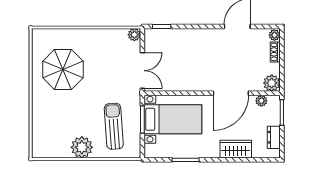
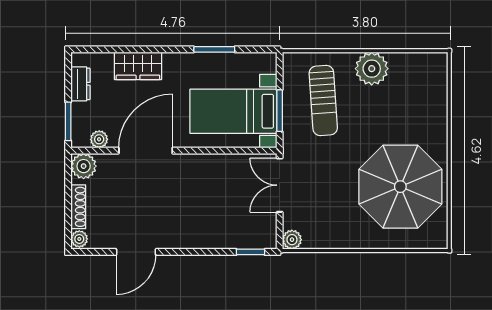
shoe rack: (275, 52) -> (78, 207), width x1.43
parasol: (63, 70) -> (400, 187), width x1.36, depth x1.36

